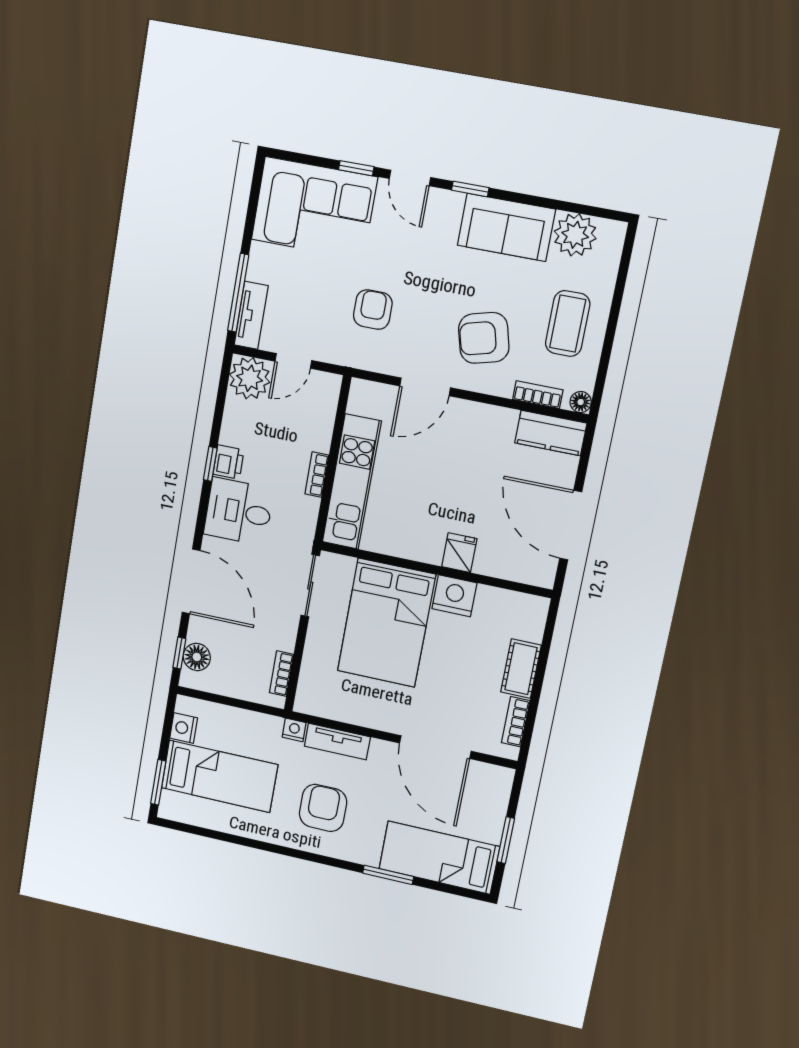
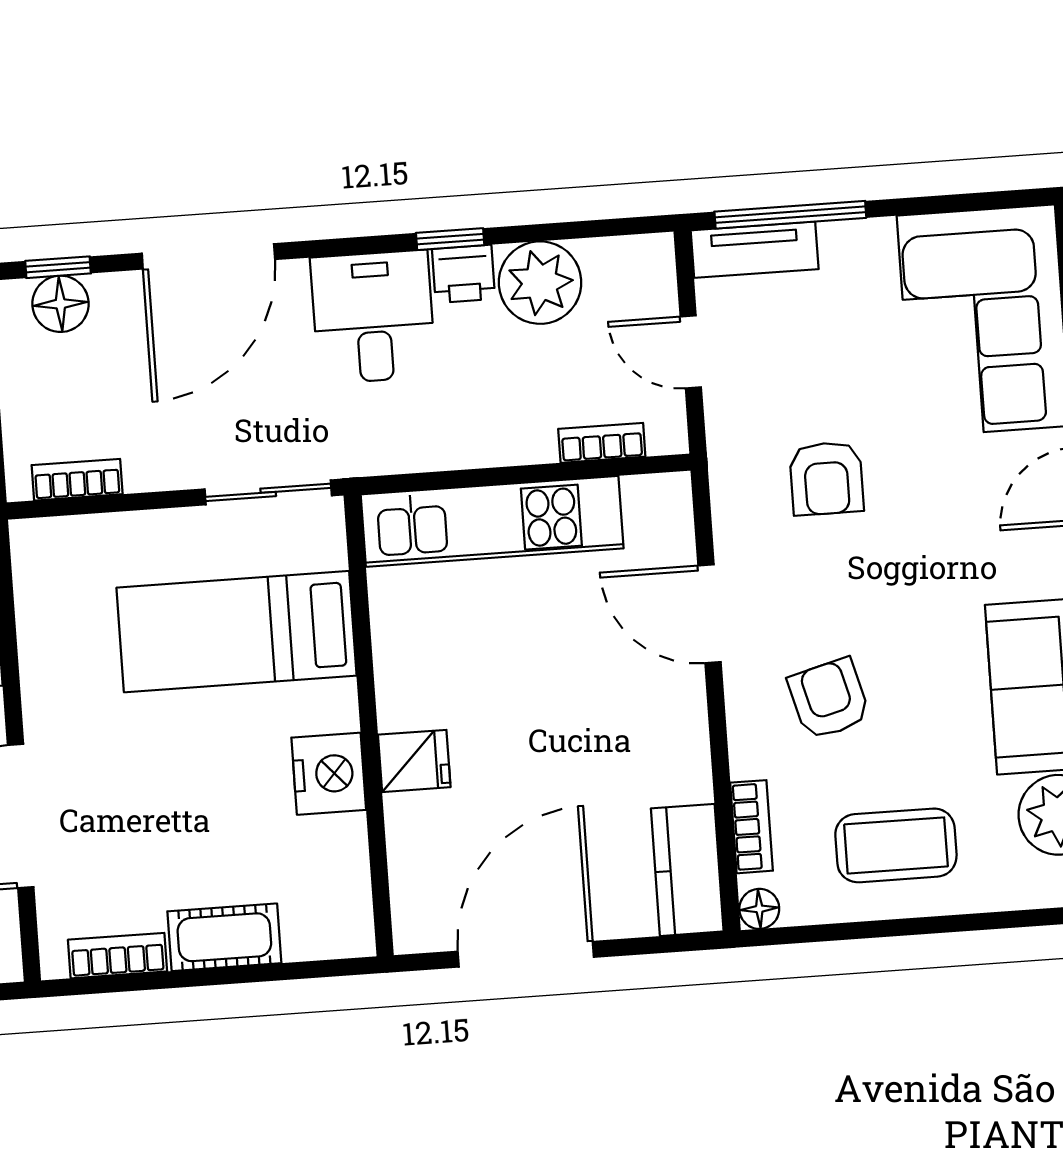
armchair: (373, 310) -> (826, 478), turned 90
armchair: (484, 338) -> (829, 699), width x0.72, depth x0.72
plant: (250, 378) -> (540, 283), moved
bookcase: (317, 475) -> (602, 443), moved
bed: (386, 623) -> (236, 632), width x0.67

